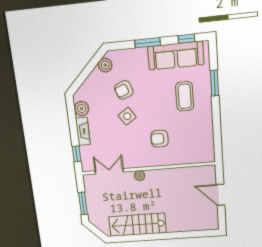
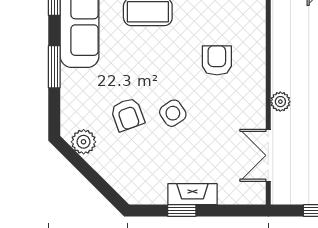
plant: (82, 109) -> (153, 191), removed
armchair: (160, 139) -> (217, 60), turned 180
window: (77, 154) -> (182, 211), moved

